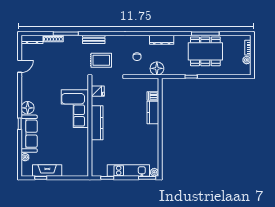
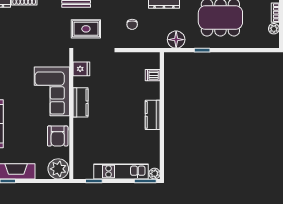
floor lamp: (157, 68) -> (176, 40), moved
kitchen counter: (153, 113) -> (153, 115), moved
kitchen counter: (97, 123) -> (81, 102), width x0.67
armchair: (79, 143) -> (58, 136), added
plant: (80, 169) -> (58, 169), added

